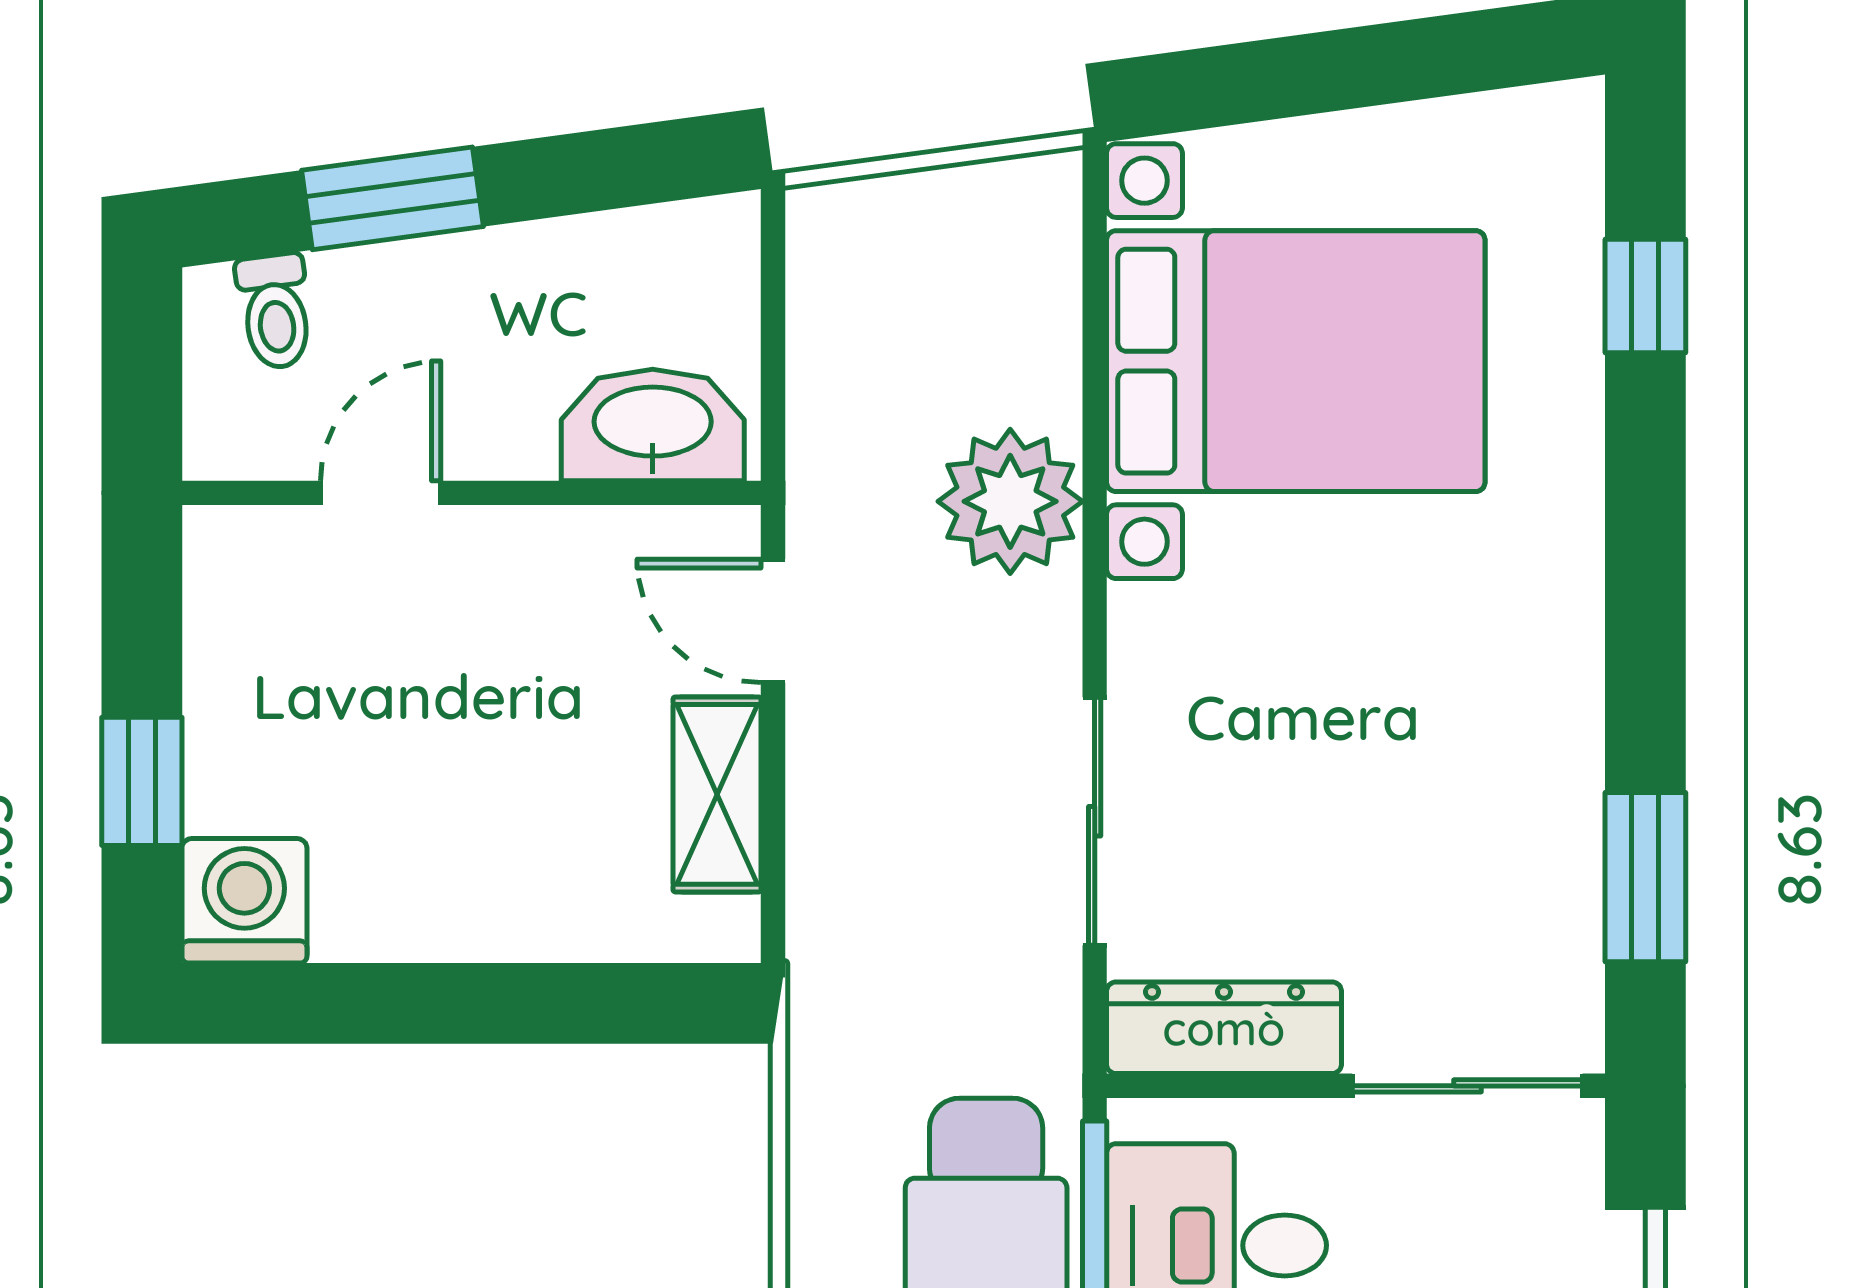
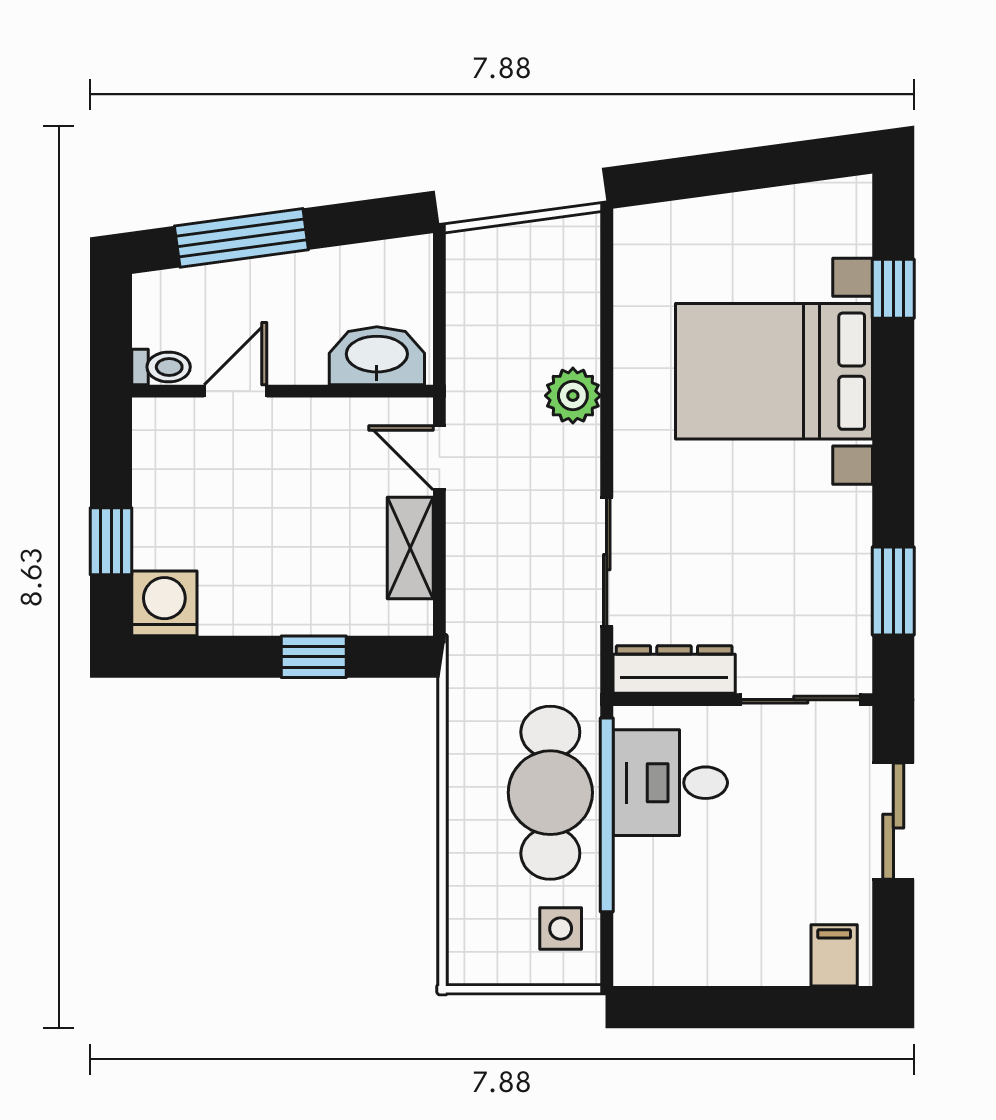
window: (392, 198) -> (241, 238), width x1.44
toilet: (275, 311) -> (161, 367), moved, turned -82
bed with nightstands: (1296, 361) -> (774, 371), moved, turned 180
plant: (1010, 501) -> (573, 396), width x0.73, depth x0.73
window: (531, 1003) -> (314, 657), added

